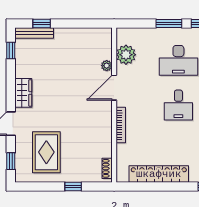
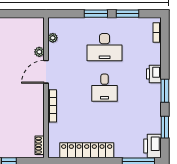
plant: (126, 55) -> (53, 38), width x0.53, depth x0.53

